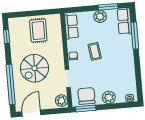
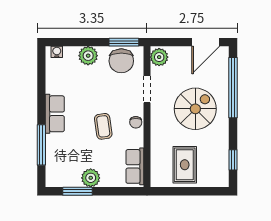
row of seats: (125, 21) -> (55, 114), moved

